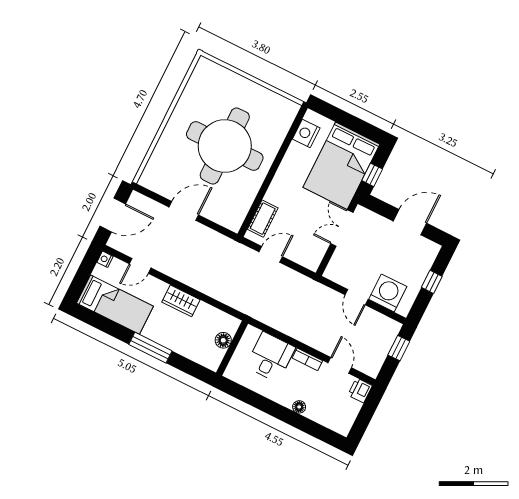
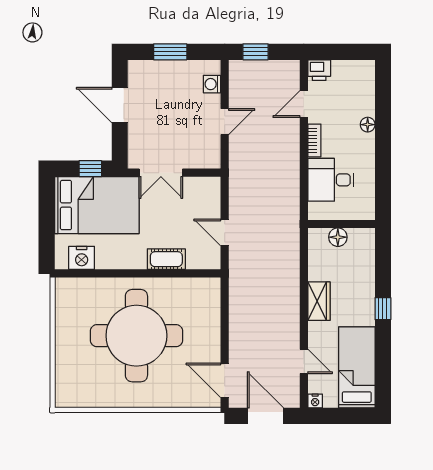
door: (184, 211) -> (225, 380), moved
cot: (263, 219) -> (166, 259), moved
window: (432, 282) -> (170, 52), width x1.50
washing machine: (388, 293) -> (212, 84), width x0.53, depth x0.53
window: (150, 348) -> (383, 309), width x0.46

